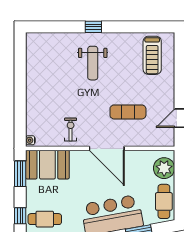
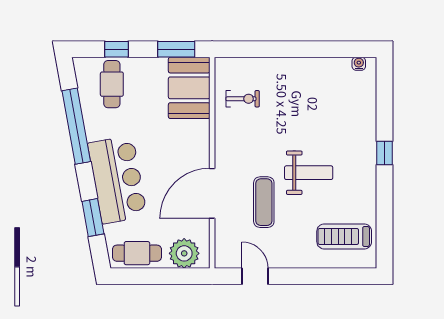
weight bench: (93, 63) -> (309, 173), moved, turned 180
exercise bike: (71, 130) -> (243, 99), moved
water cooler: (30, 140) -> (359, 64), moved
door: (107, 148) -> (212, 193), moved

